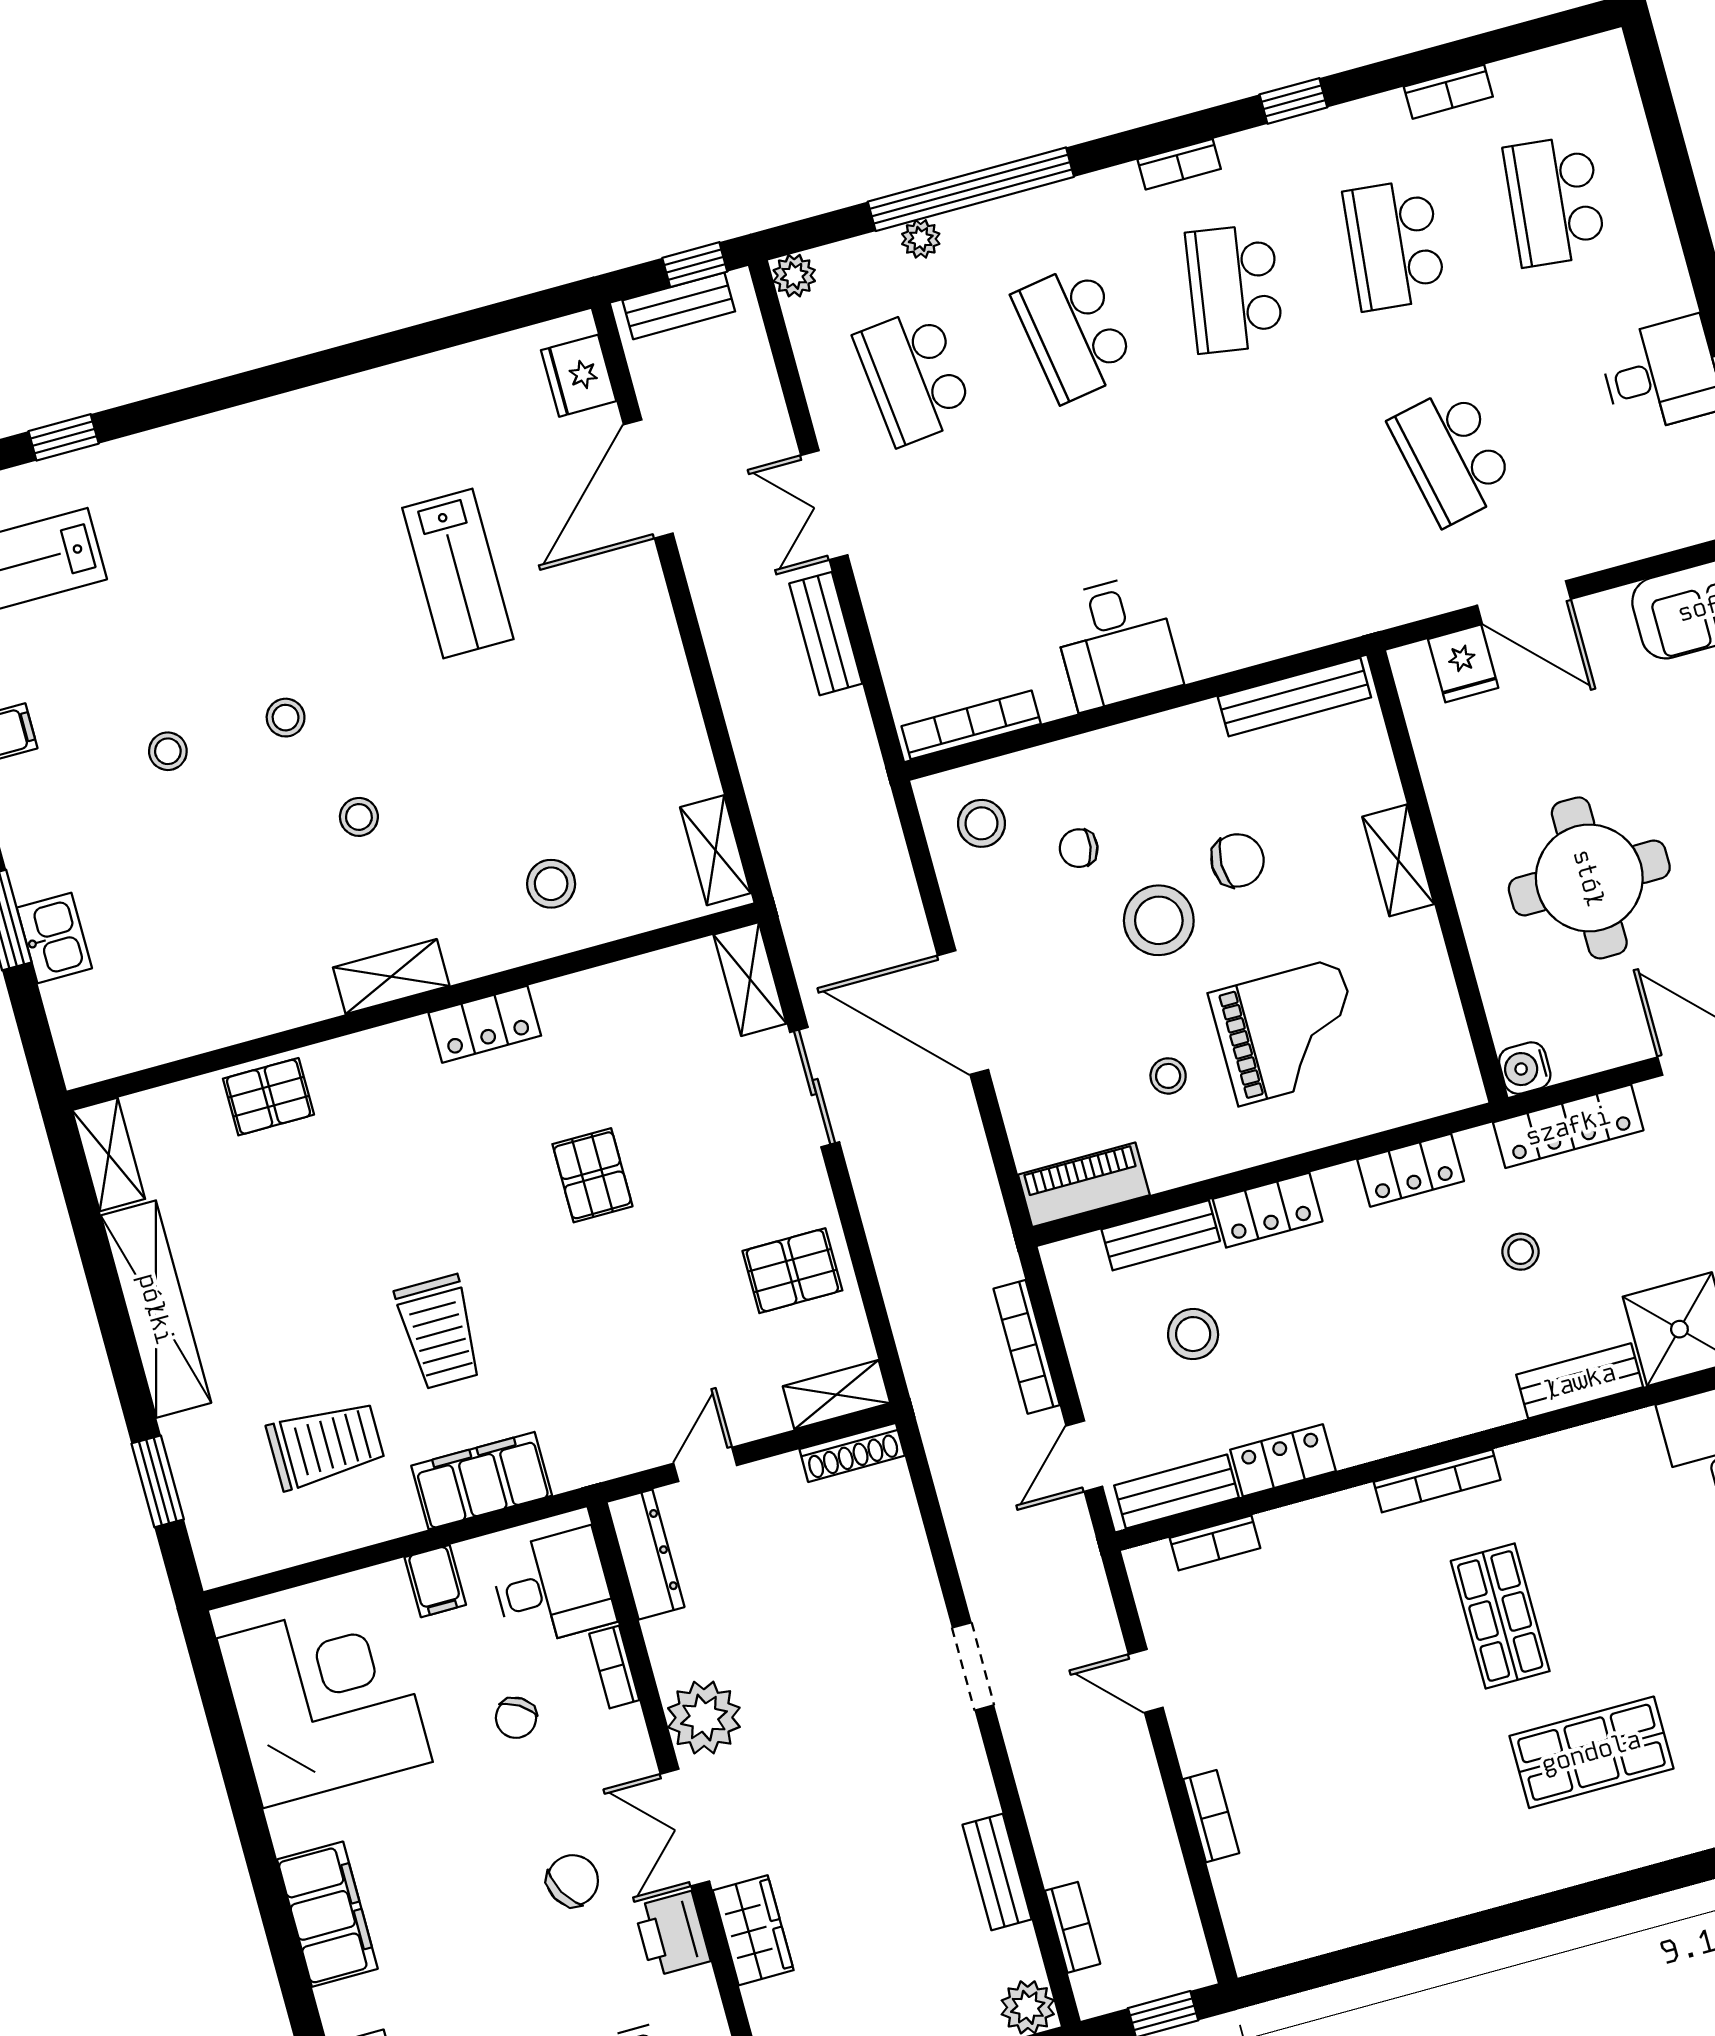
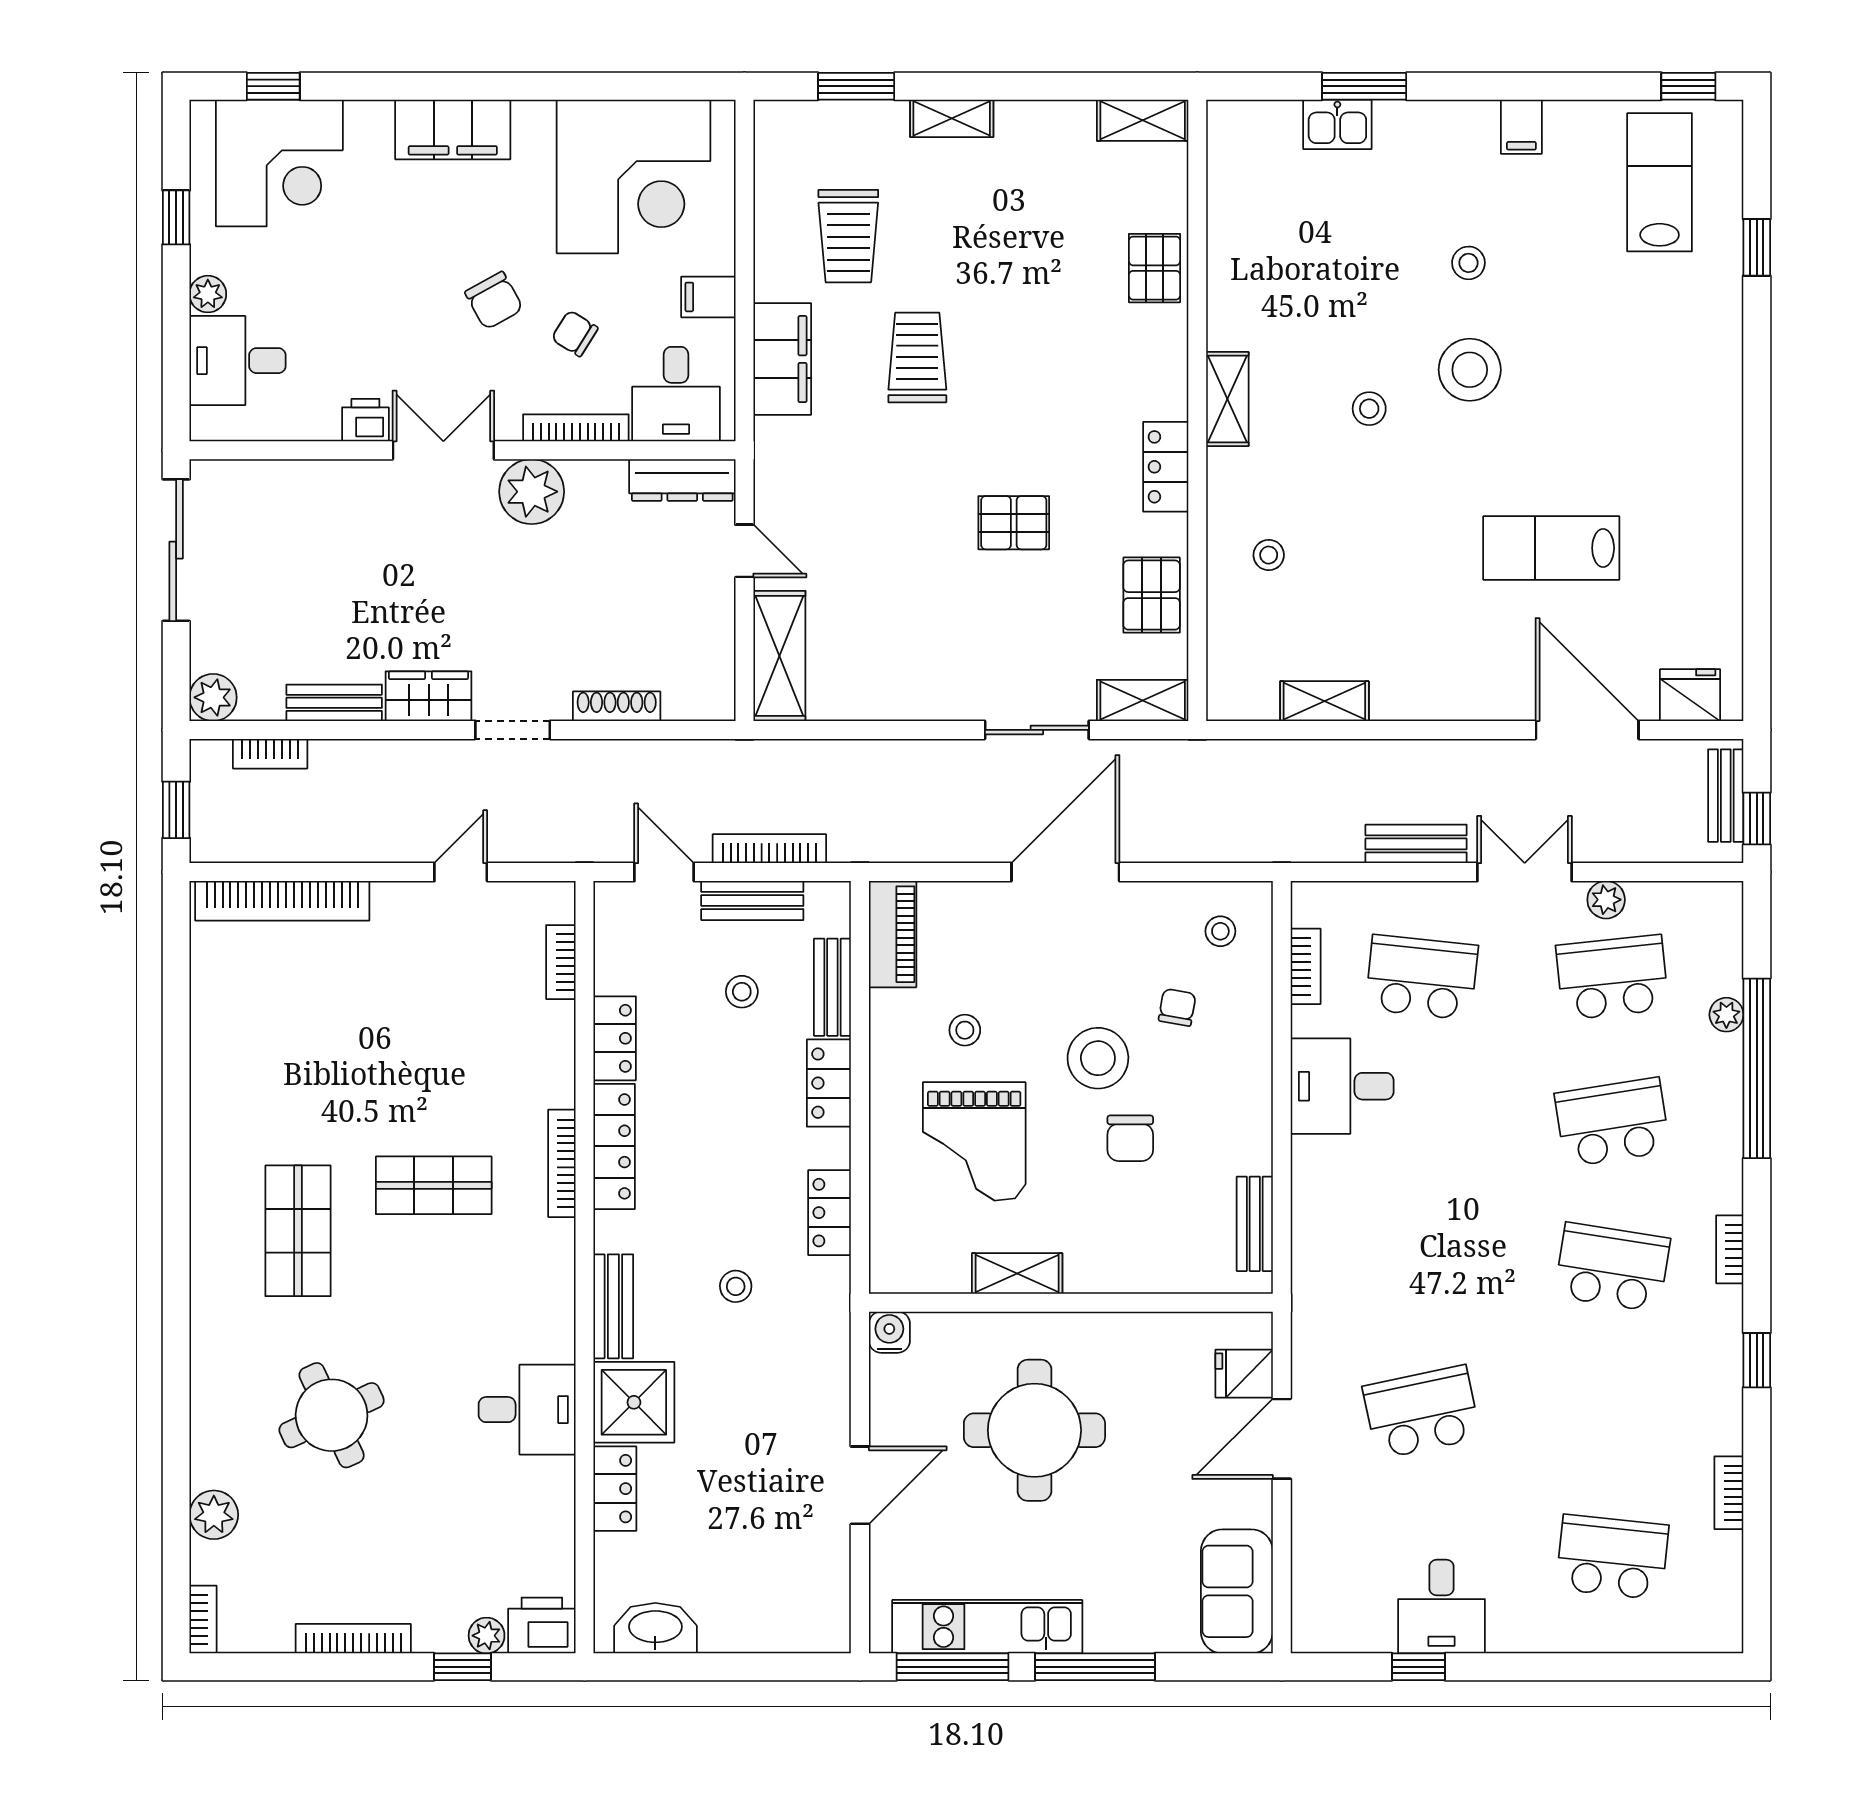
school desk: (1395, 245) -> (1422, 977), moved
plant: (794, 276) -> (1606, 900), moved
bench: (1294, 697) -> (1255, 1224), width x0.73
stool: (286, 718) -> (1470, 370), width x1.89, depth x1.89
bookcase: (971, 725) -> (1306, 966), width x0.64
stool: (982, 823) -> (1220, 931), width x0.73, depth x0.73
shelving: (715, 850) -> (1324, 701), moved
shelving: (1398, 860) -> (1017, 1274), moved
stool: (551, 884) -> (1269, 555), width x0.73, depth x0.73
locker: (1568, 1126) -> (614, 1146), moved, turned 180
pallet: (792, 1271) -> (1152, 595), moved
shelving: (156, 1309) -> (952, 118), width x0.45, depth x0.75
trolley: (439, 1332) -> (917, 357), turned 90
stool: (1193, 1334) -> (742, 992), width x0.73, depth x0.73
shelving: (837, 1395) -> (779, 656), width x1.50, depth x1.33
shoe rack: (852, 1452) -> (617, 706), moved, turned 90
bench: (1177, 1492) -> (752, 900), moved, turned 90
bookcase: (614, 1667) -> (576, 428), width x1.56
bookcase: (1211, 1816) -> (282, 901), width x2.31, depth x1.31
chair: (573, 1881) -> (494, 301), moved
wardrobe: (753, 1930) -> (429, 696), moved, turned 180
printer: (672, 1934) -> (365, 420), width x0.73, depth x0.81

